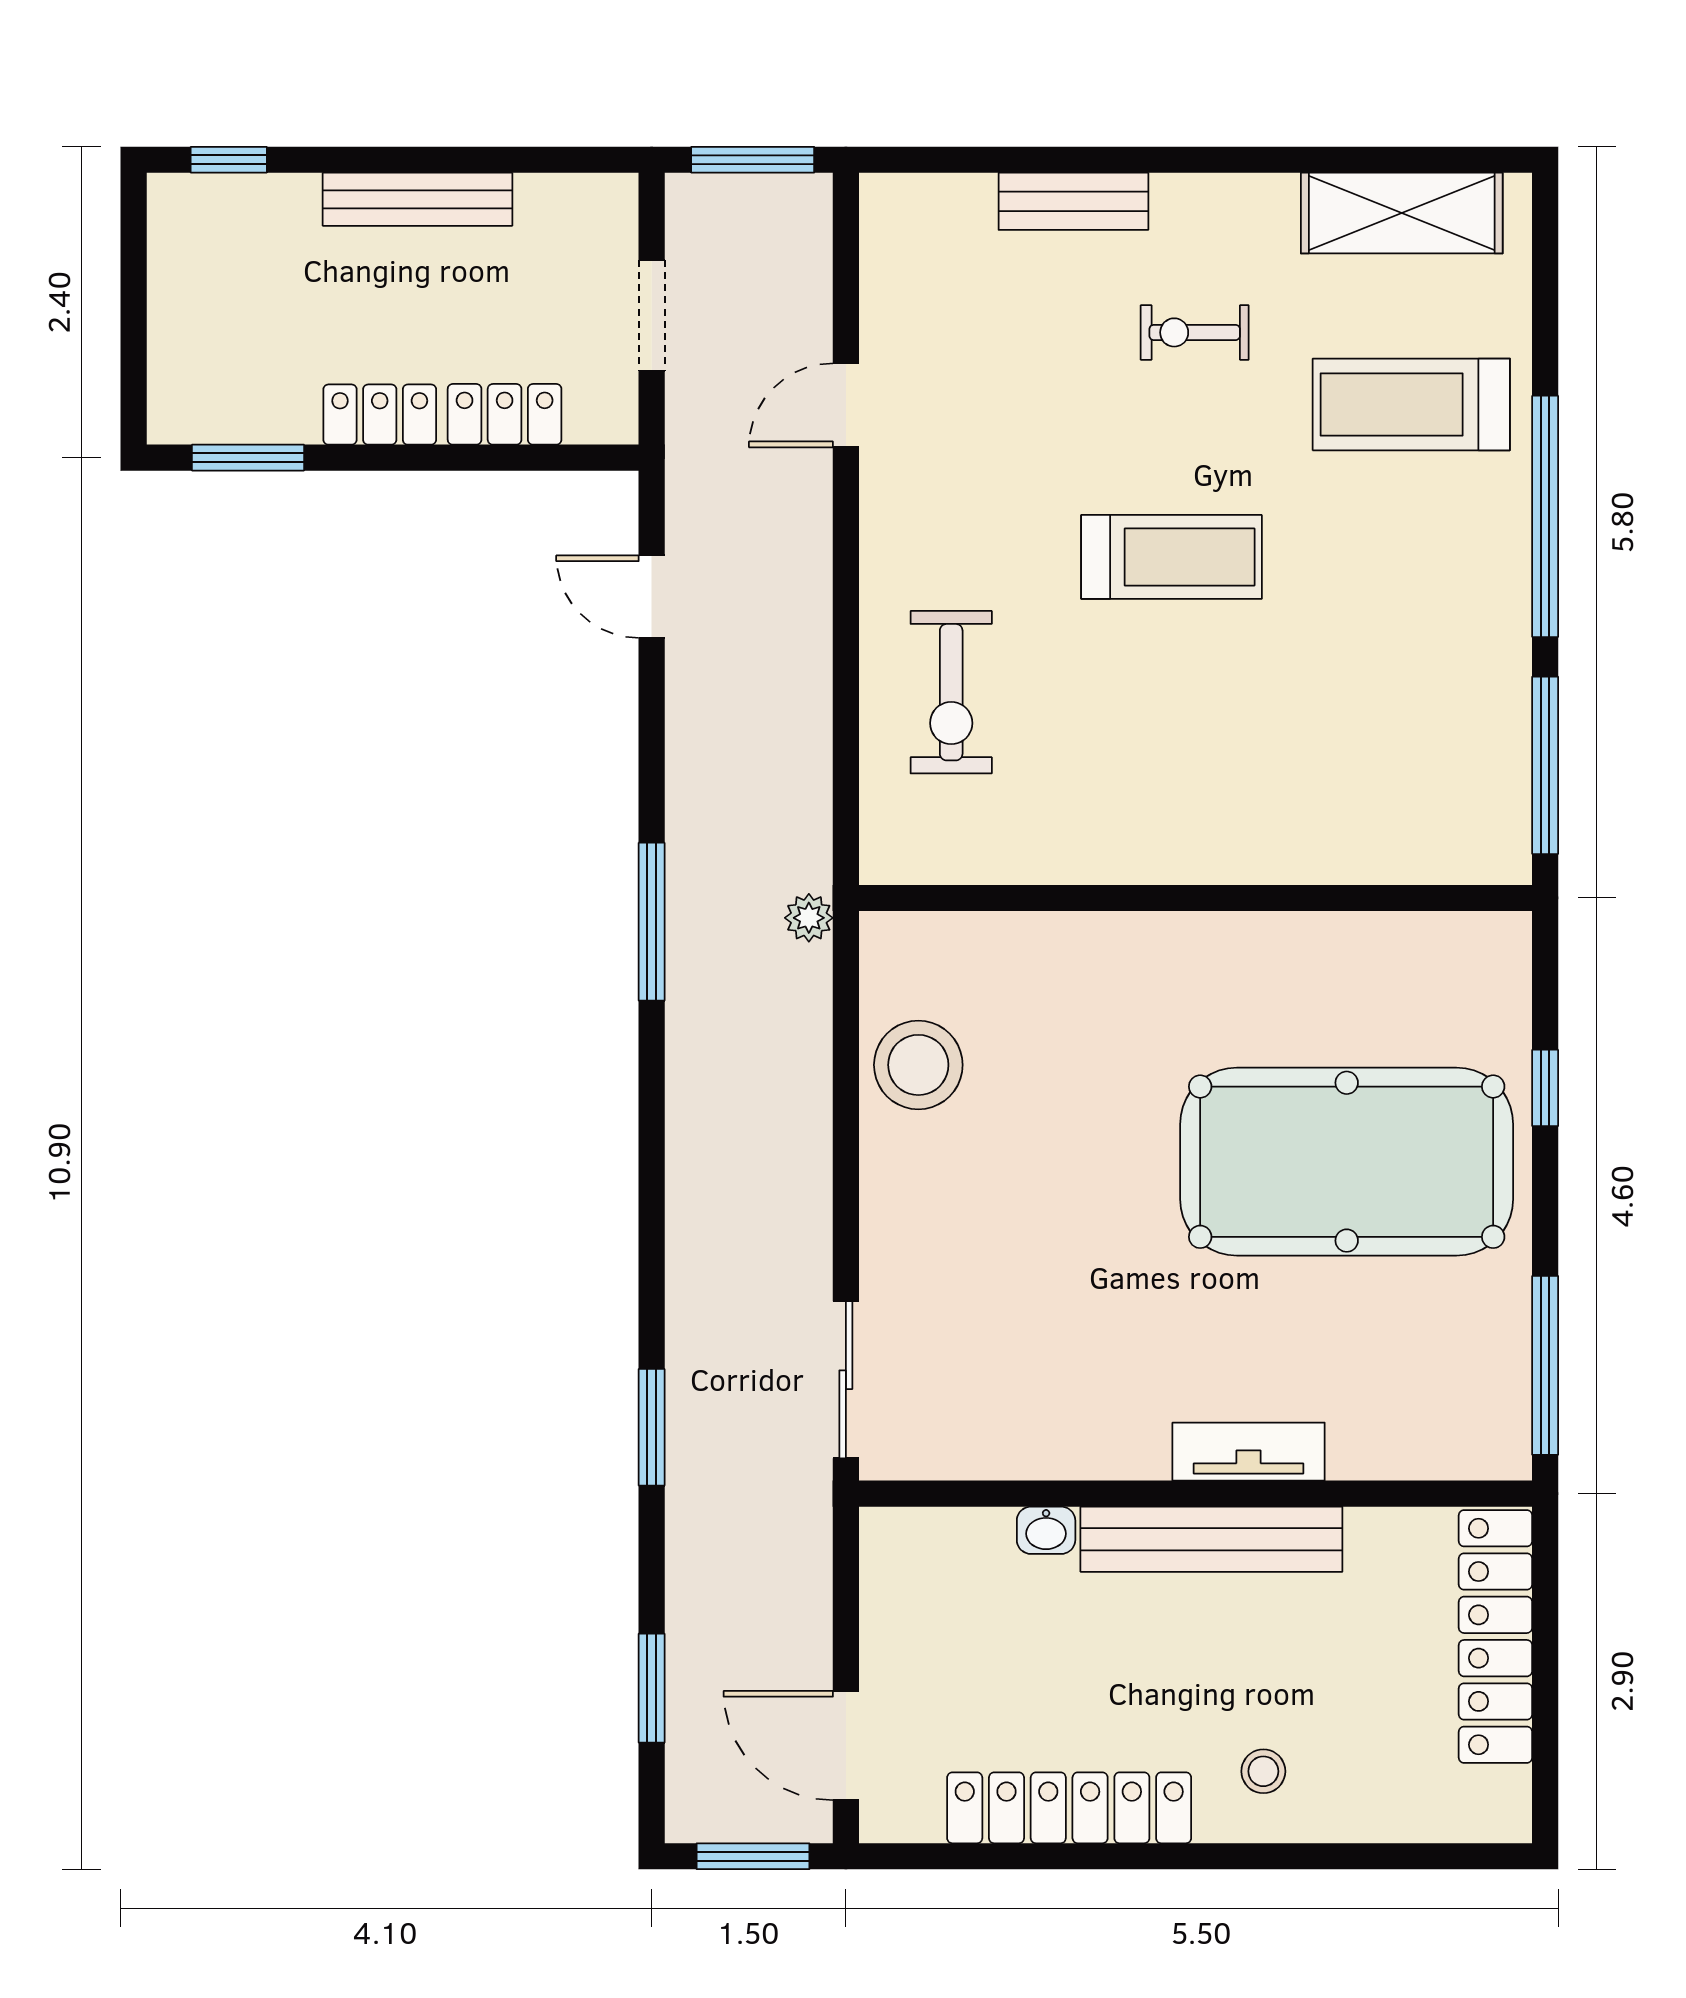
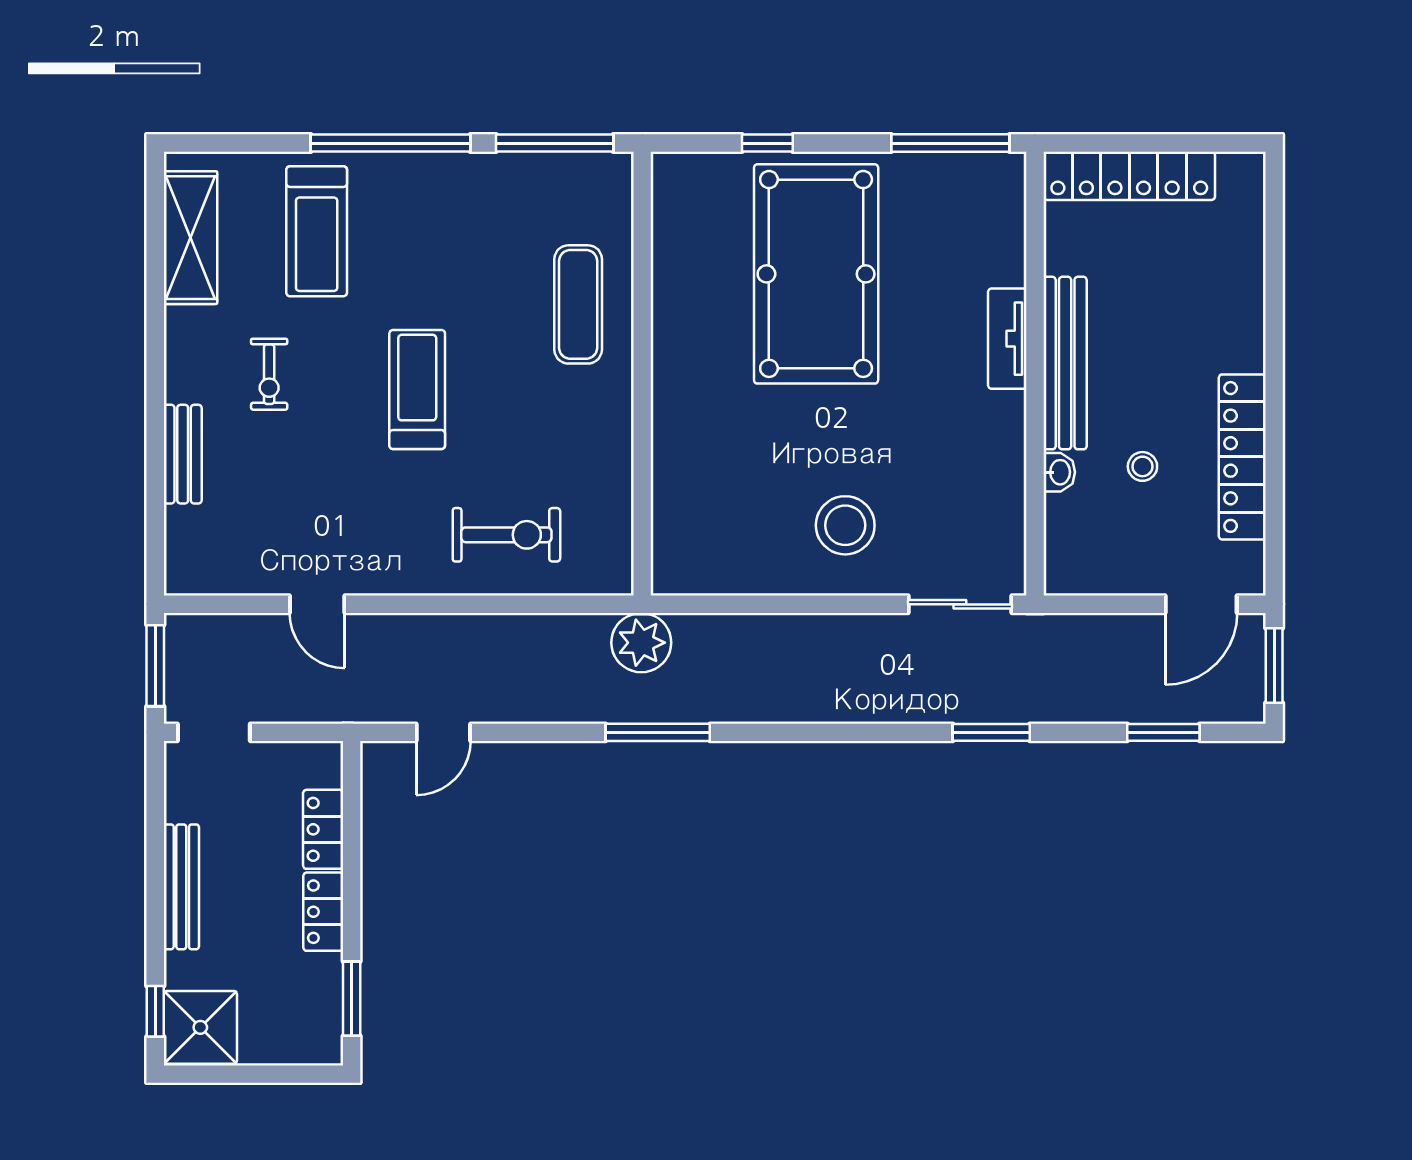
shower: (204, 228) -> (200, 1027), added
doorway: (652, 315) -> (214, 732), moved
exercise mat: (1300, 801) -> (578, 304), added
plant: (809, 918) -> (641, 643), width x1.87, depth x1.87
stool: (918, 1065) -> (845, 525), moved
stool: (1263, 1771) -> (1142, 466), moved

